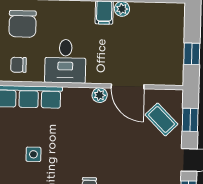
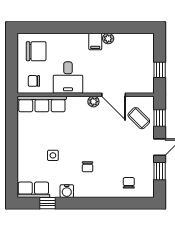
chair: (23, 24) -> (36, 51), turned -90
side table: (33, 154) -> (53, 155), moved

